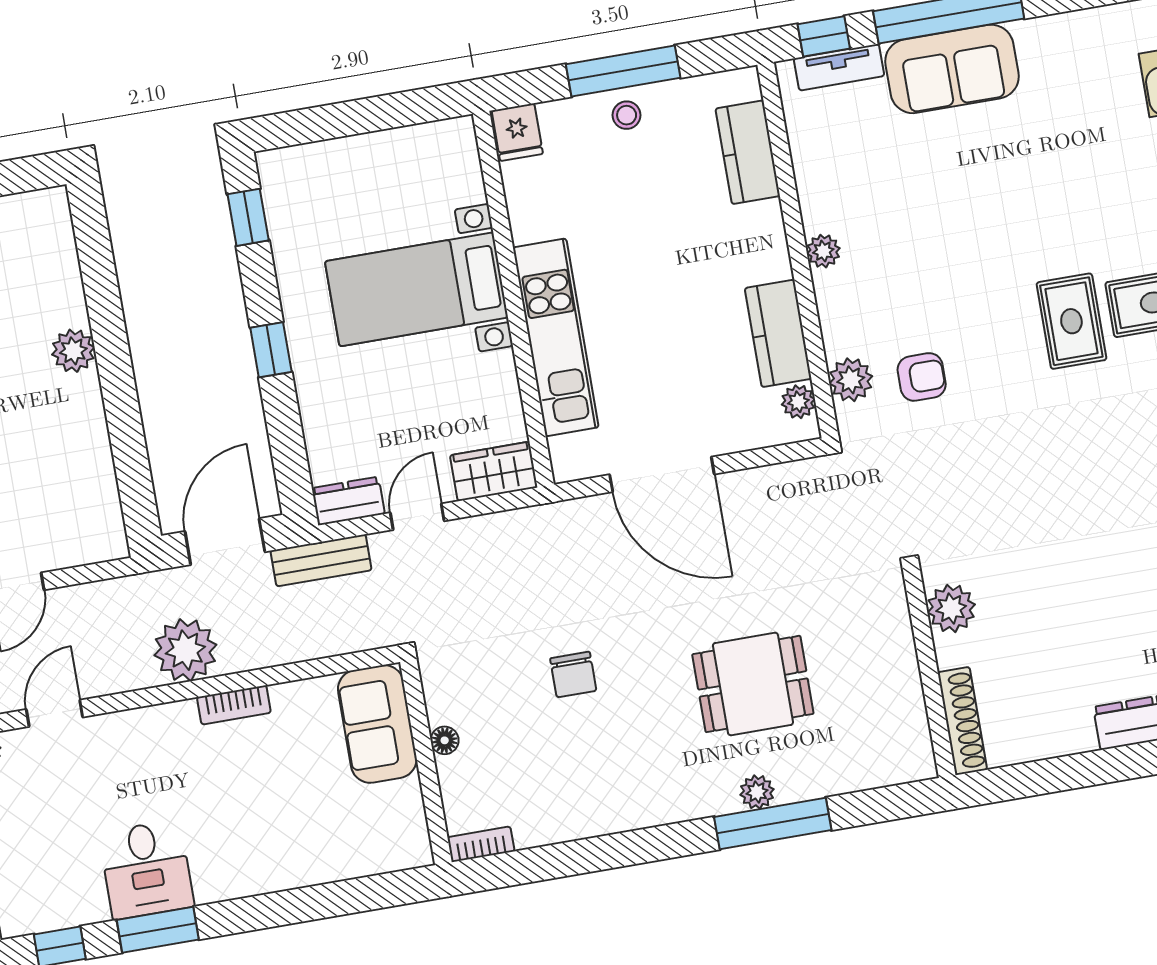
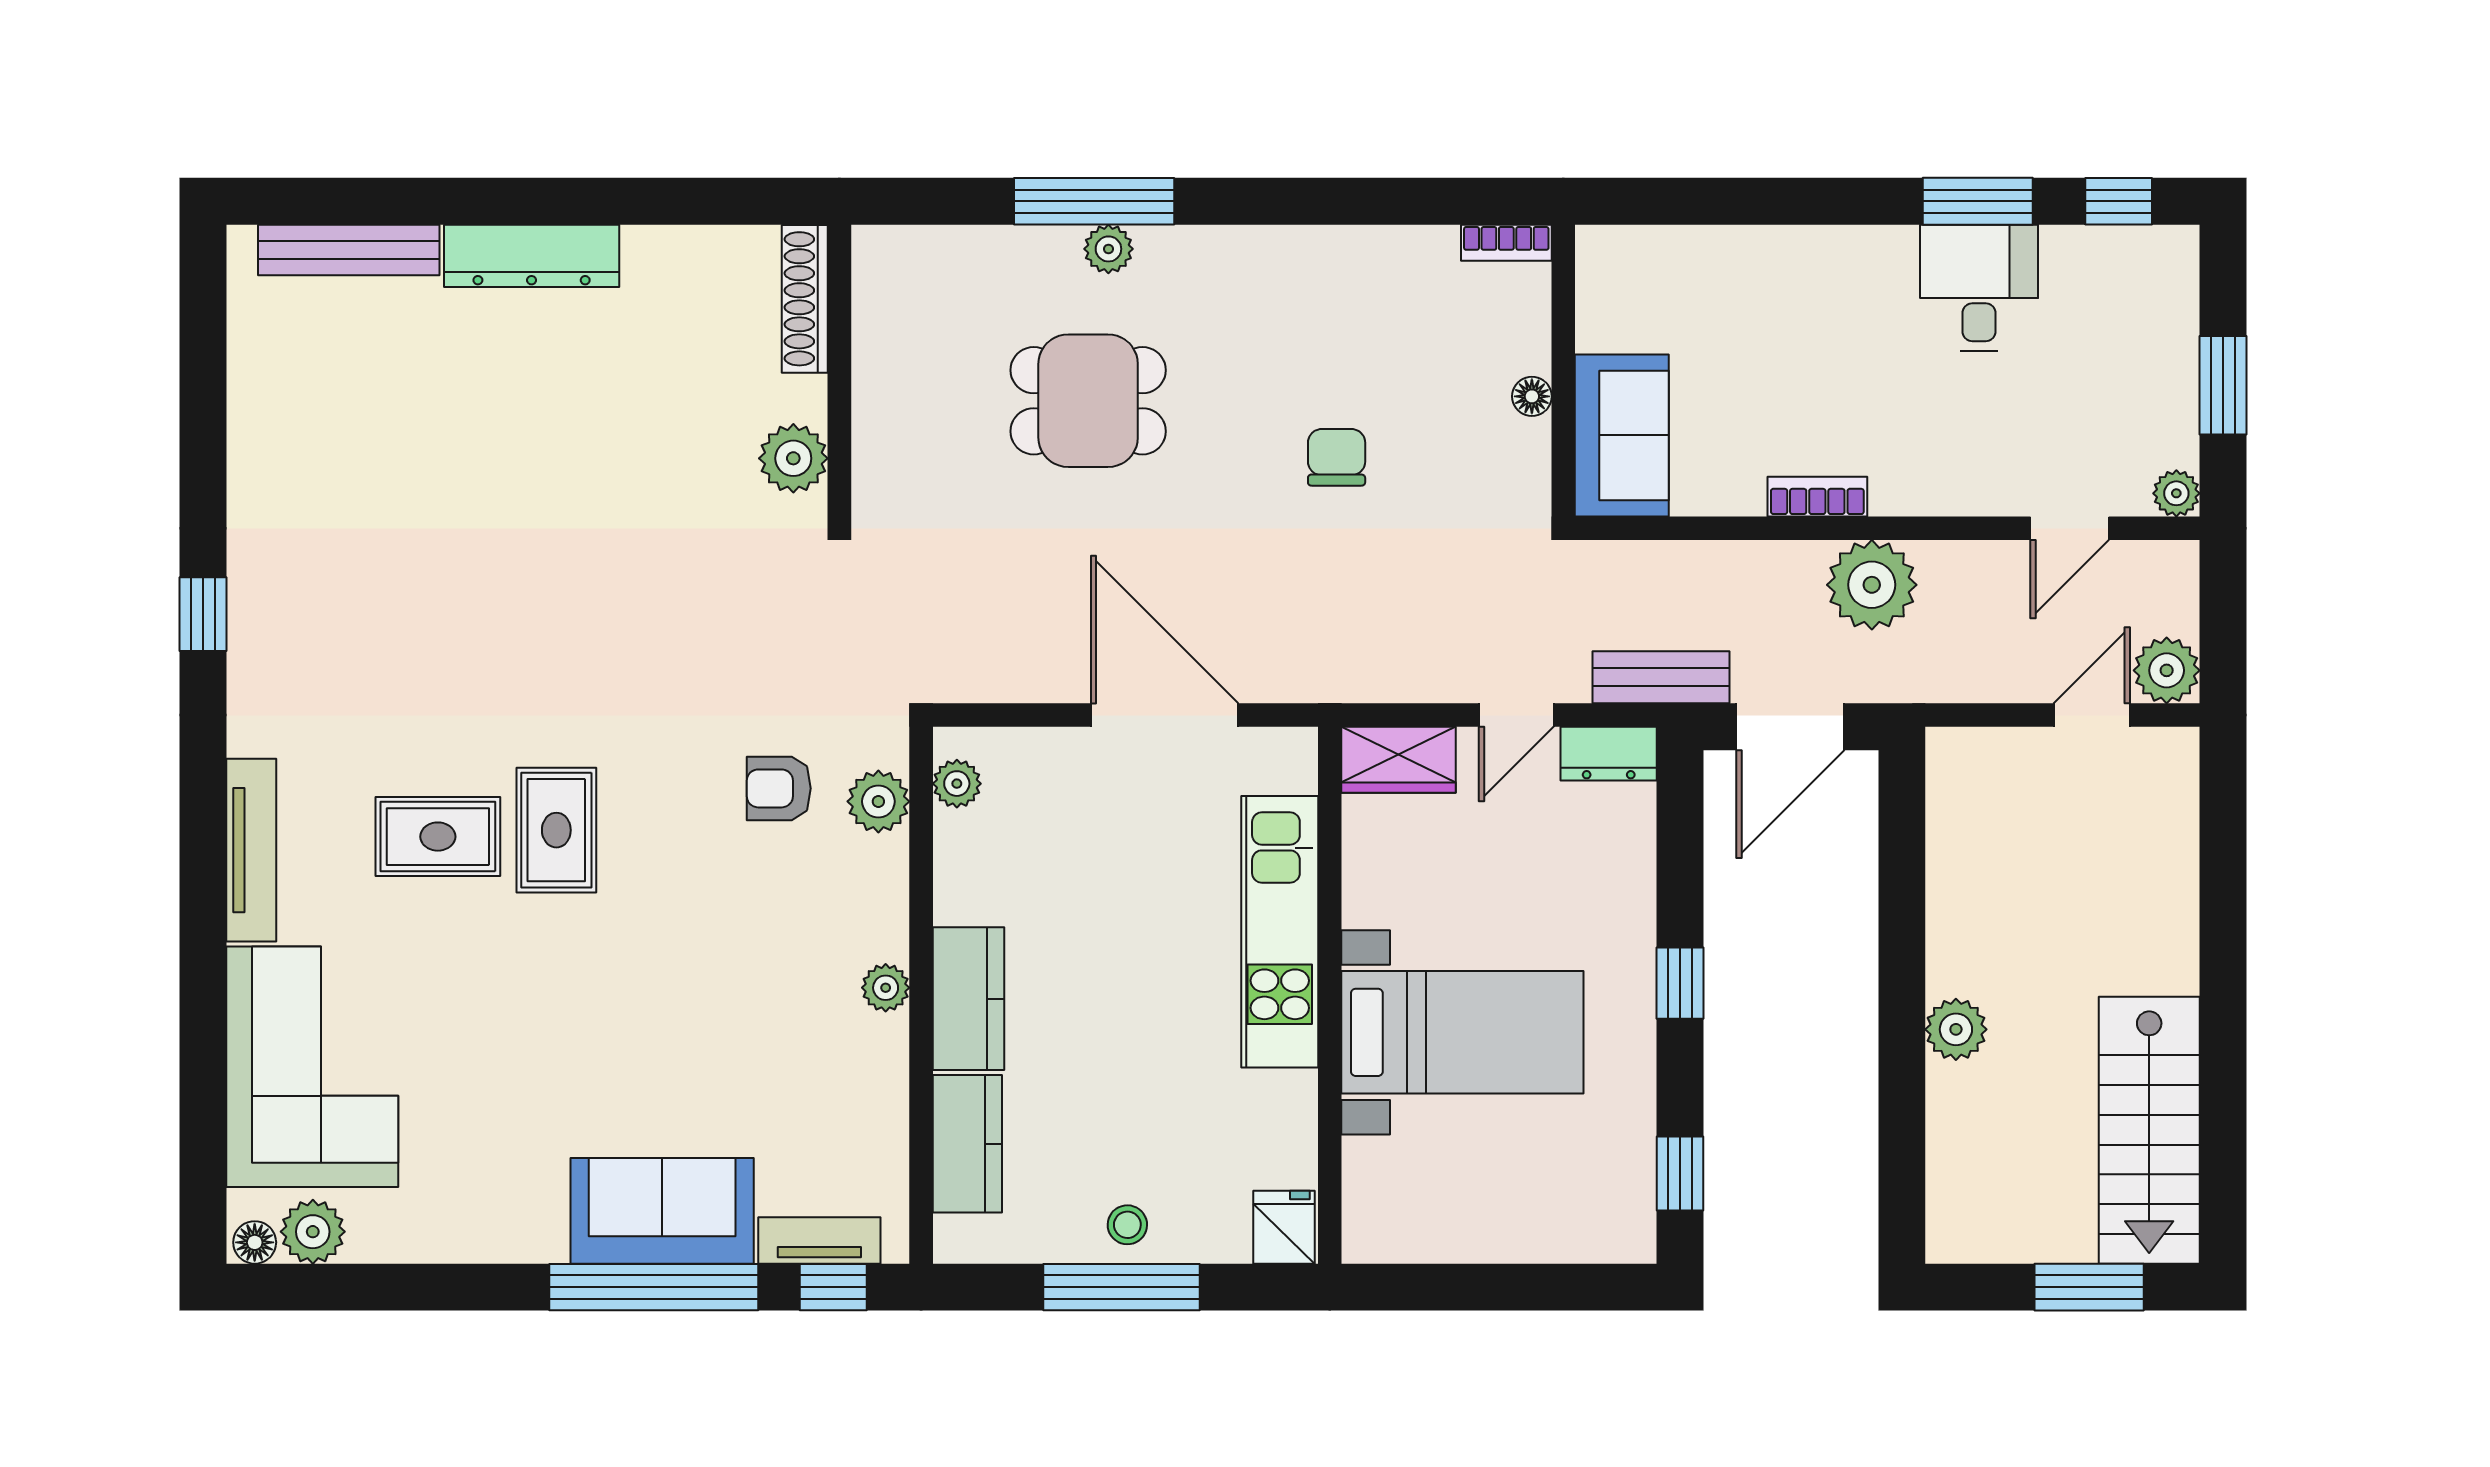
kitchen counter: (778, 333) -> (968, 999), moved

